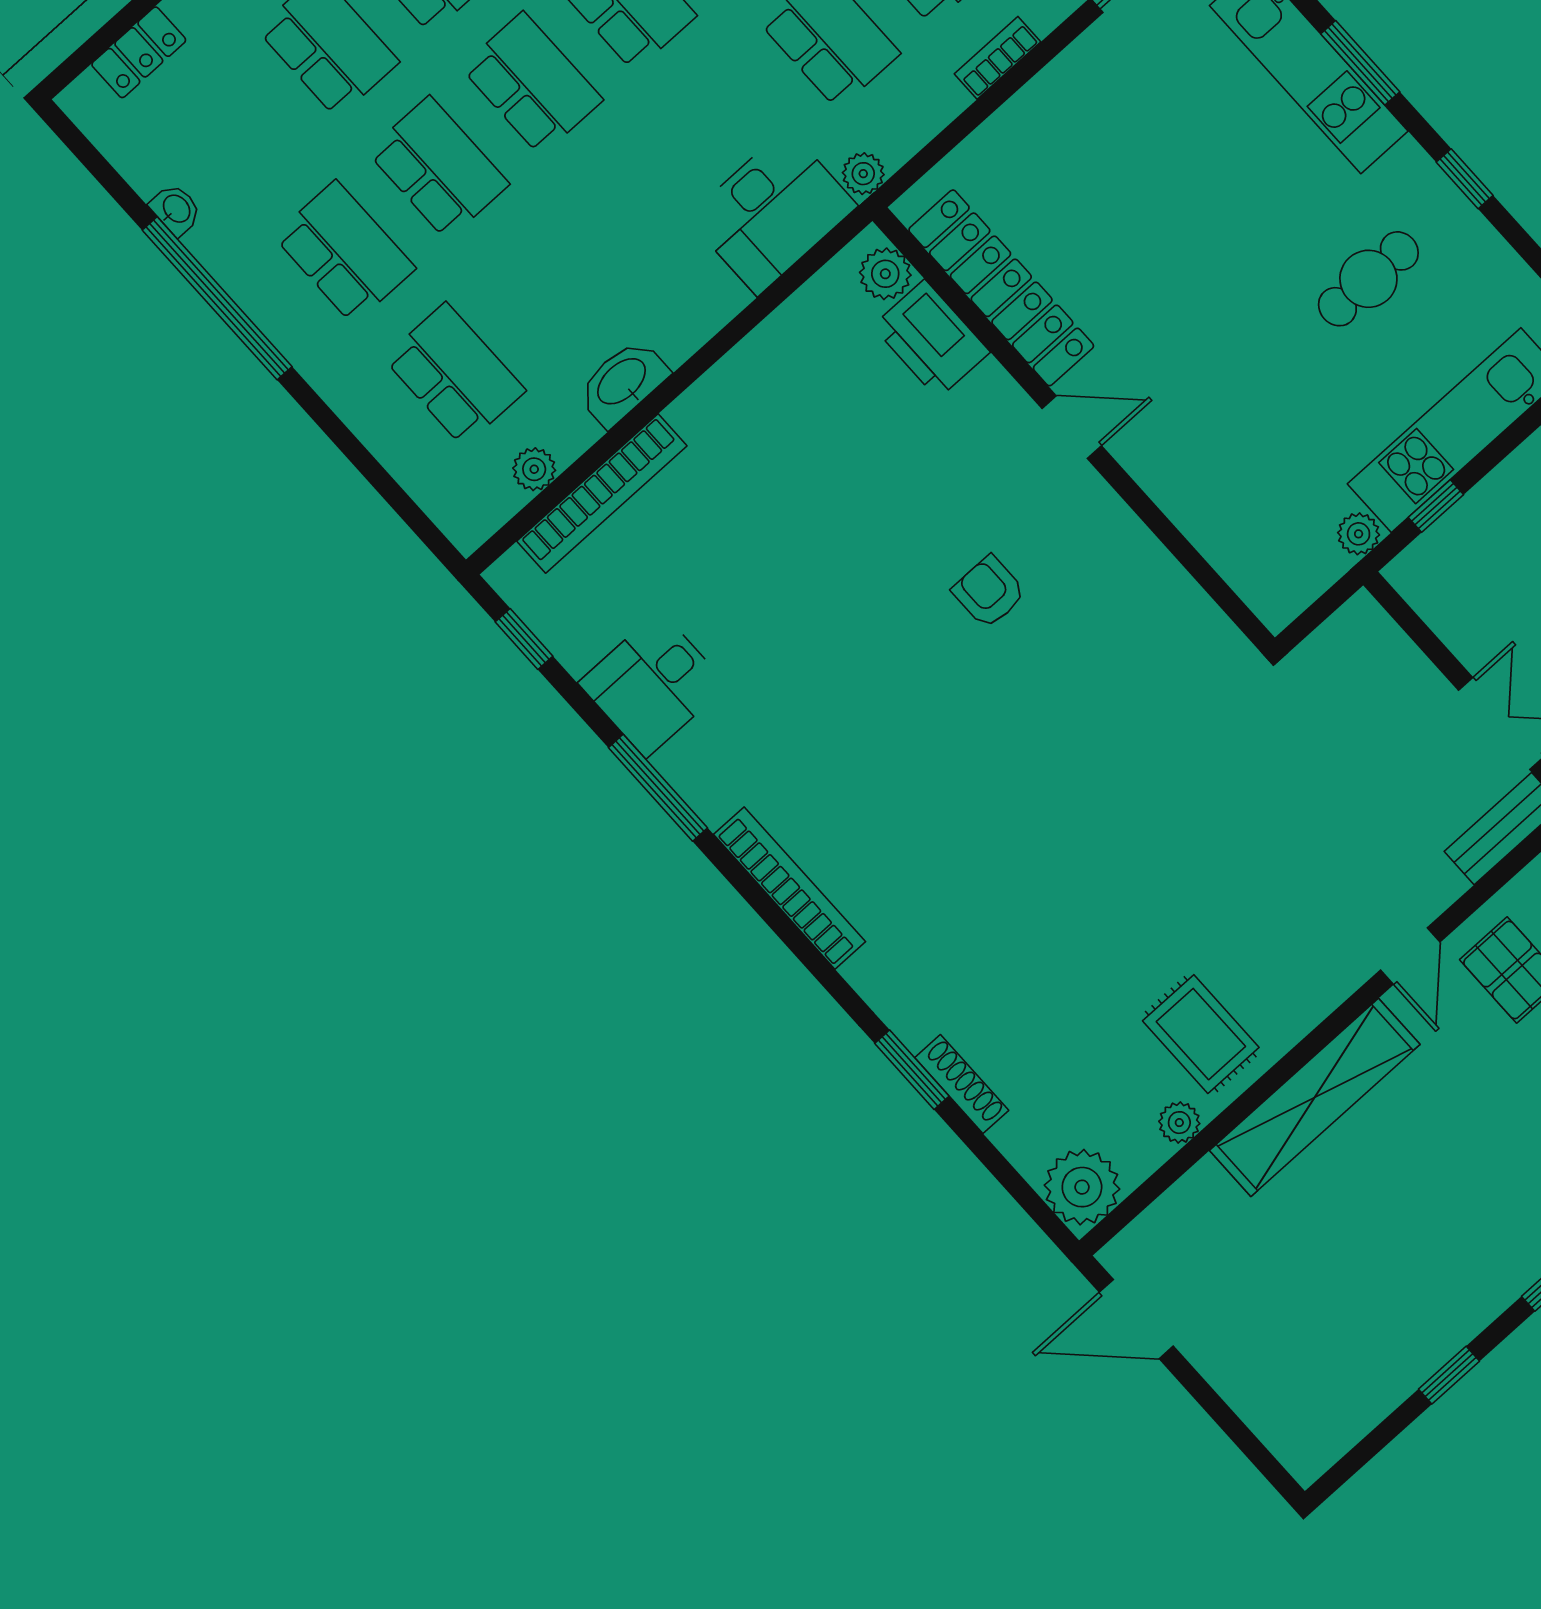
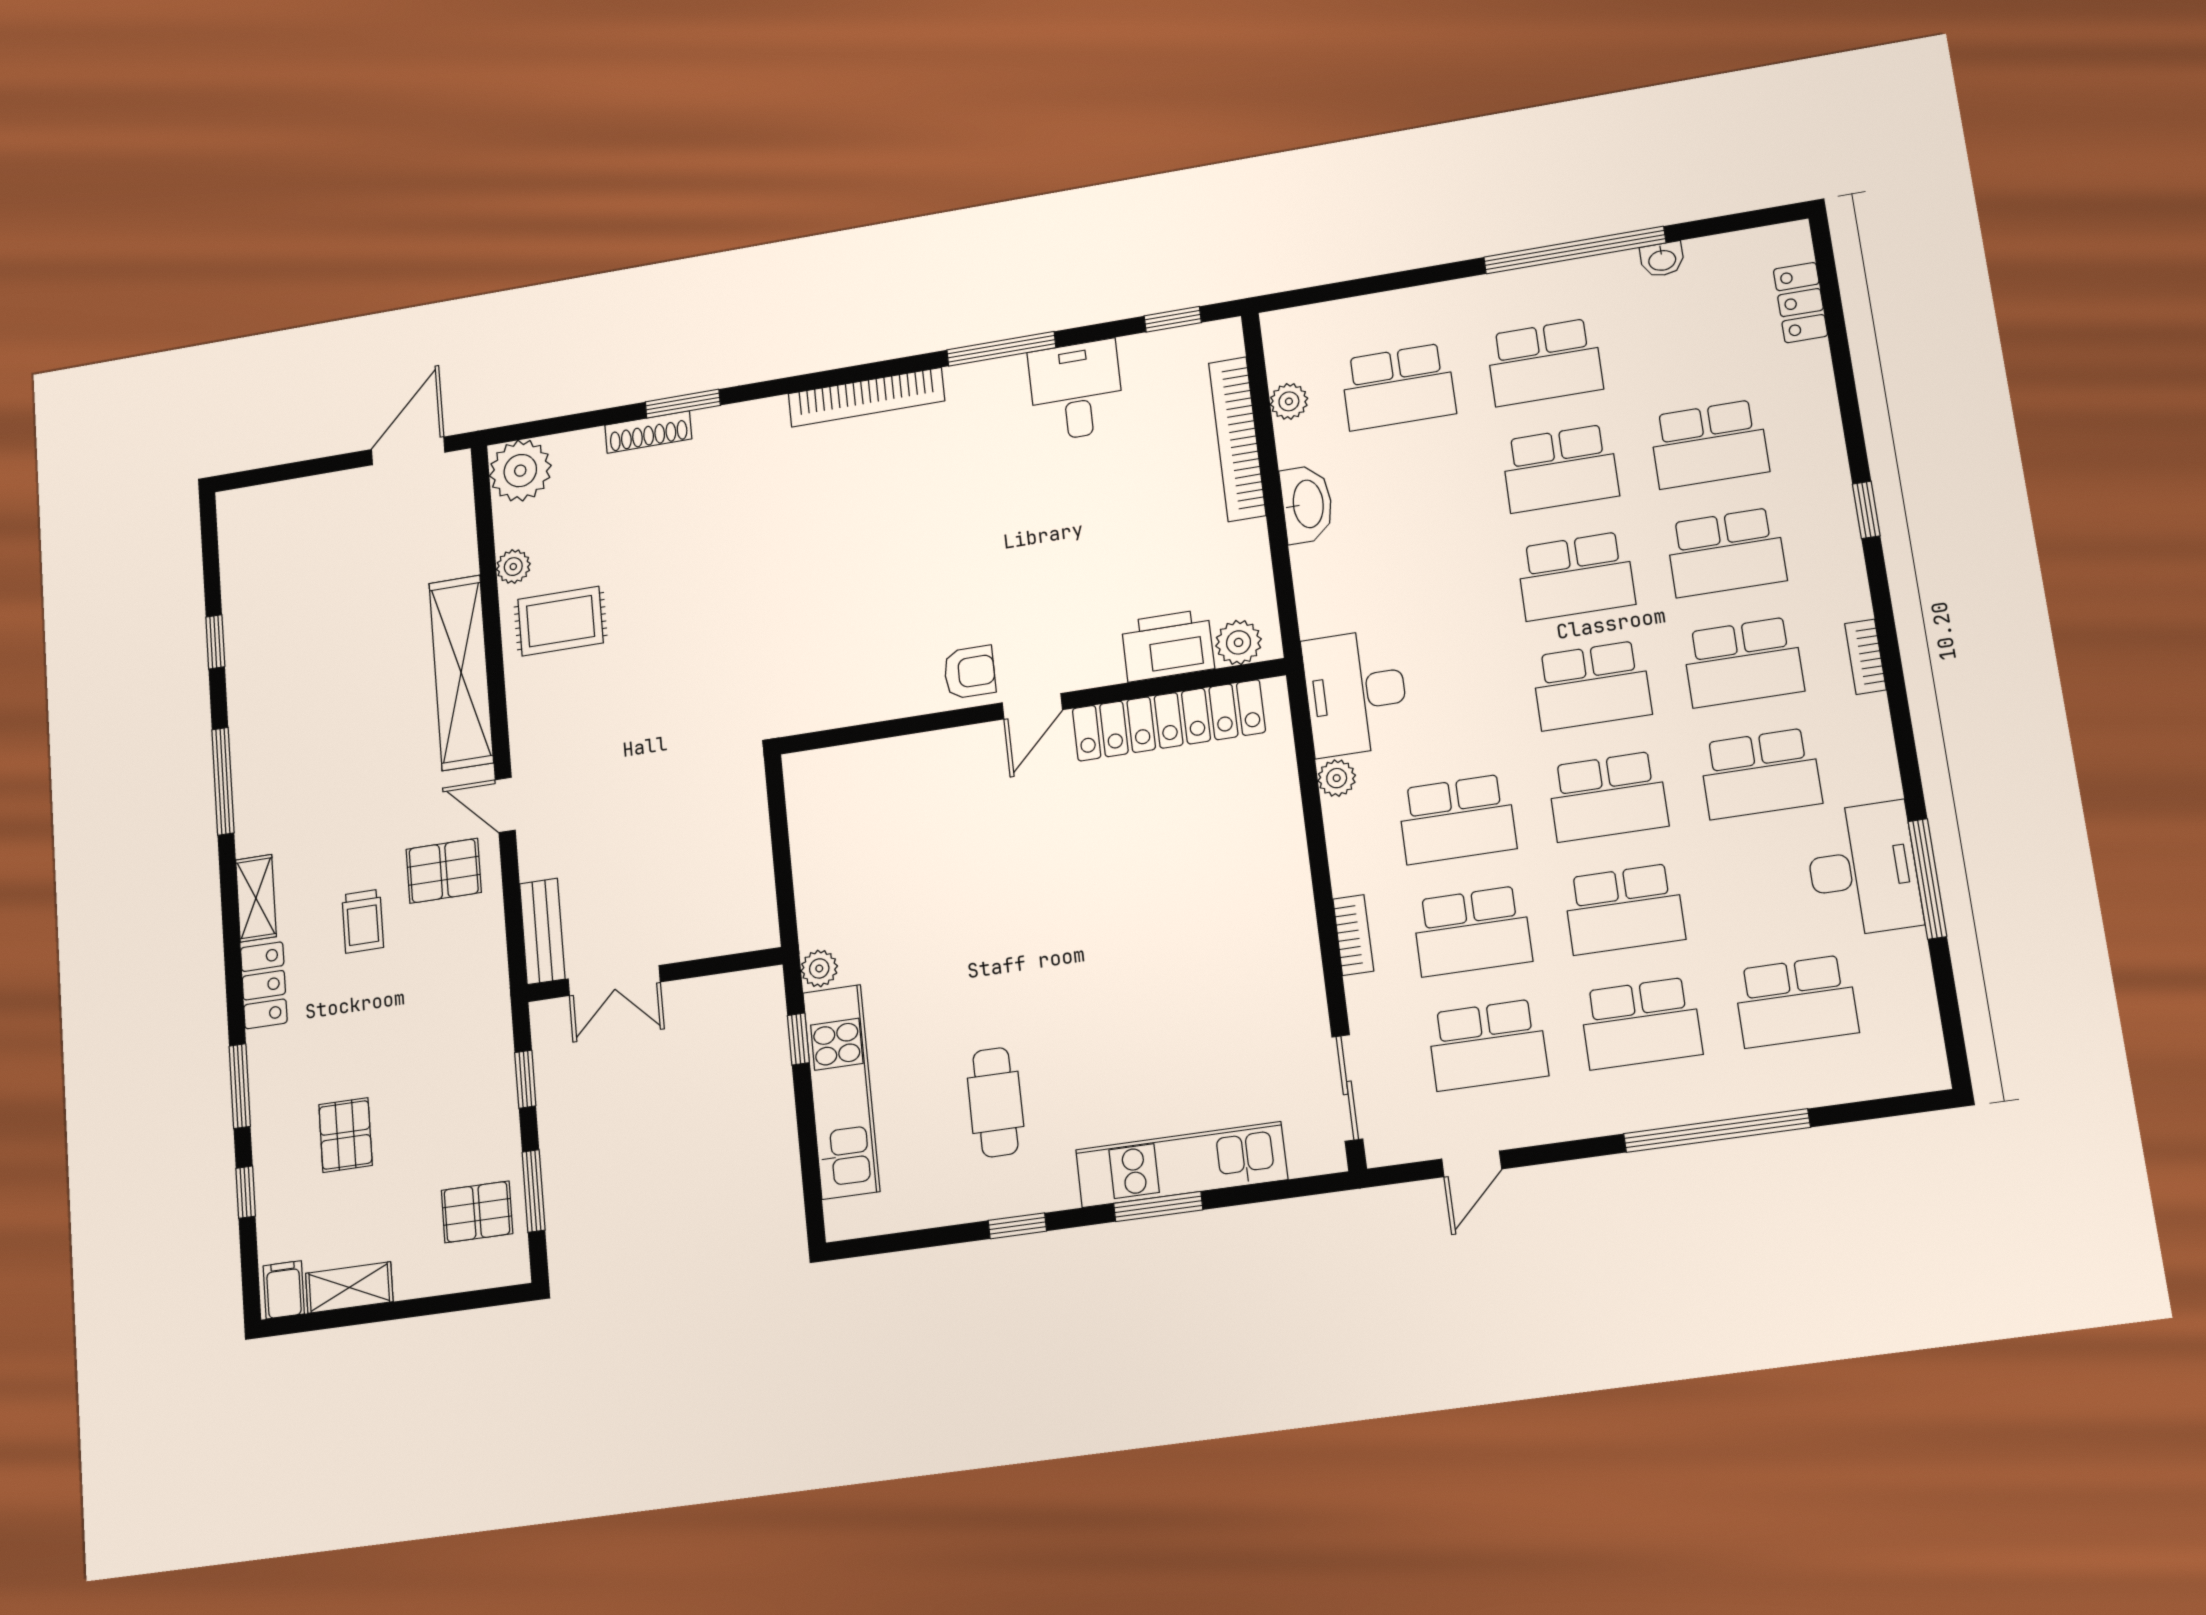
plant: (885, 274) -> (1239, 642), moved
locker: (1001, 288) -> (1169, 720), moved
printer: (931, 339) -> (1168, 645), moved
door: (1072, 427) -> (1032, 706), moved
wall: (1074, 429) -> (1030, 707), moved

